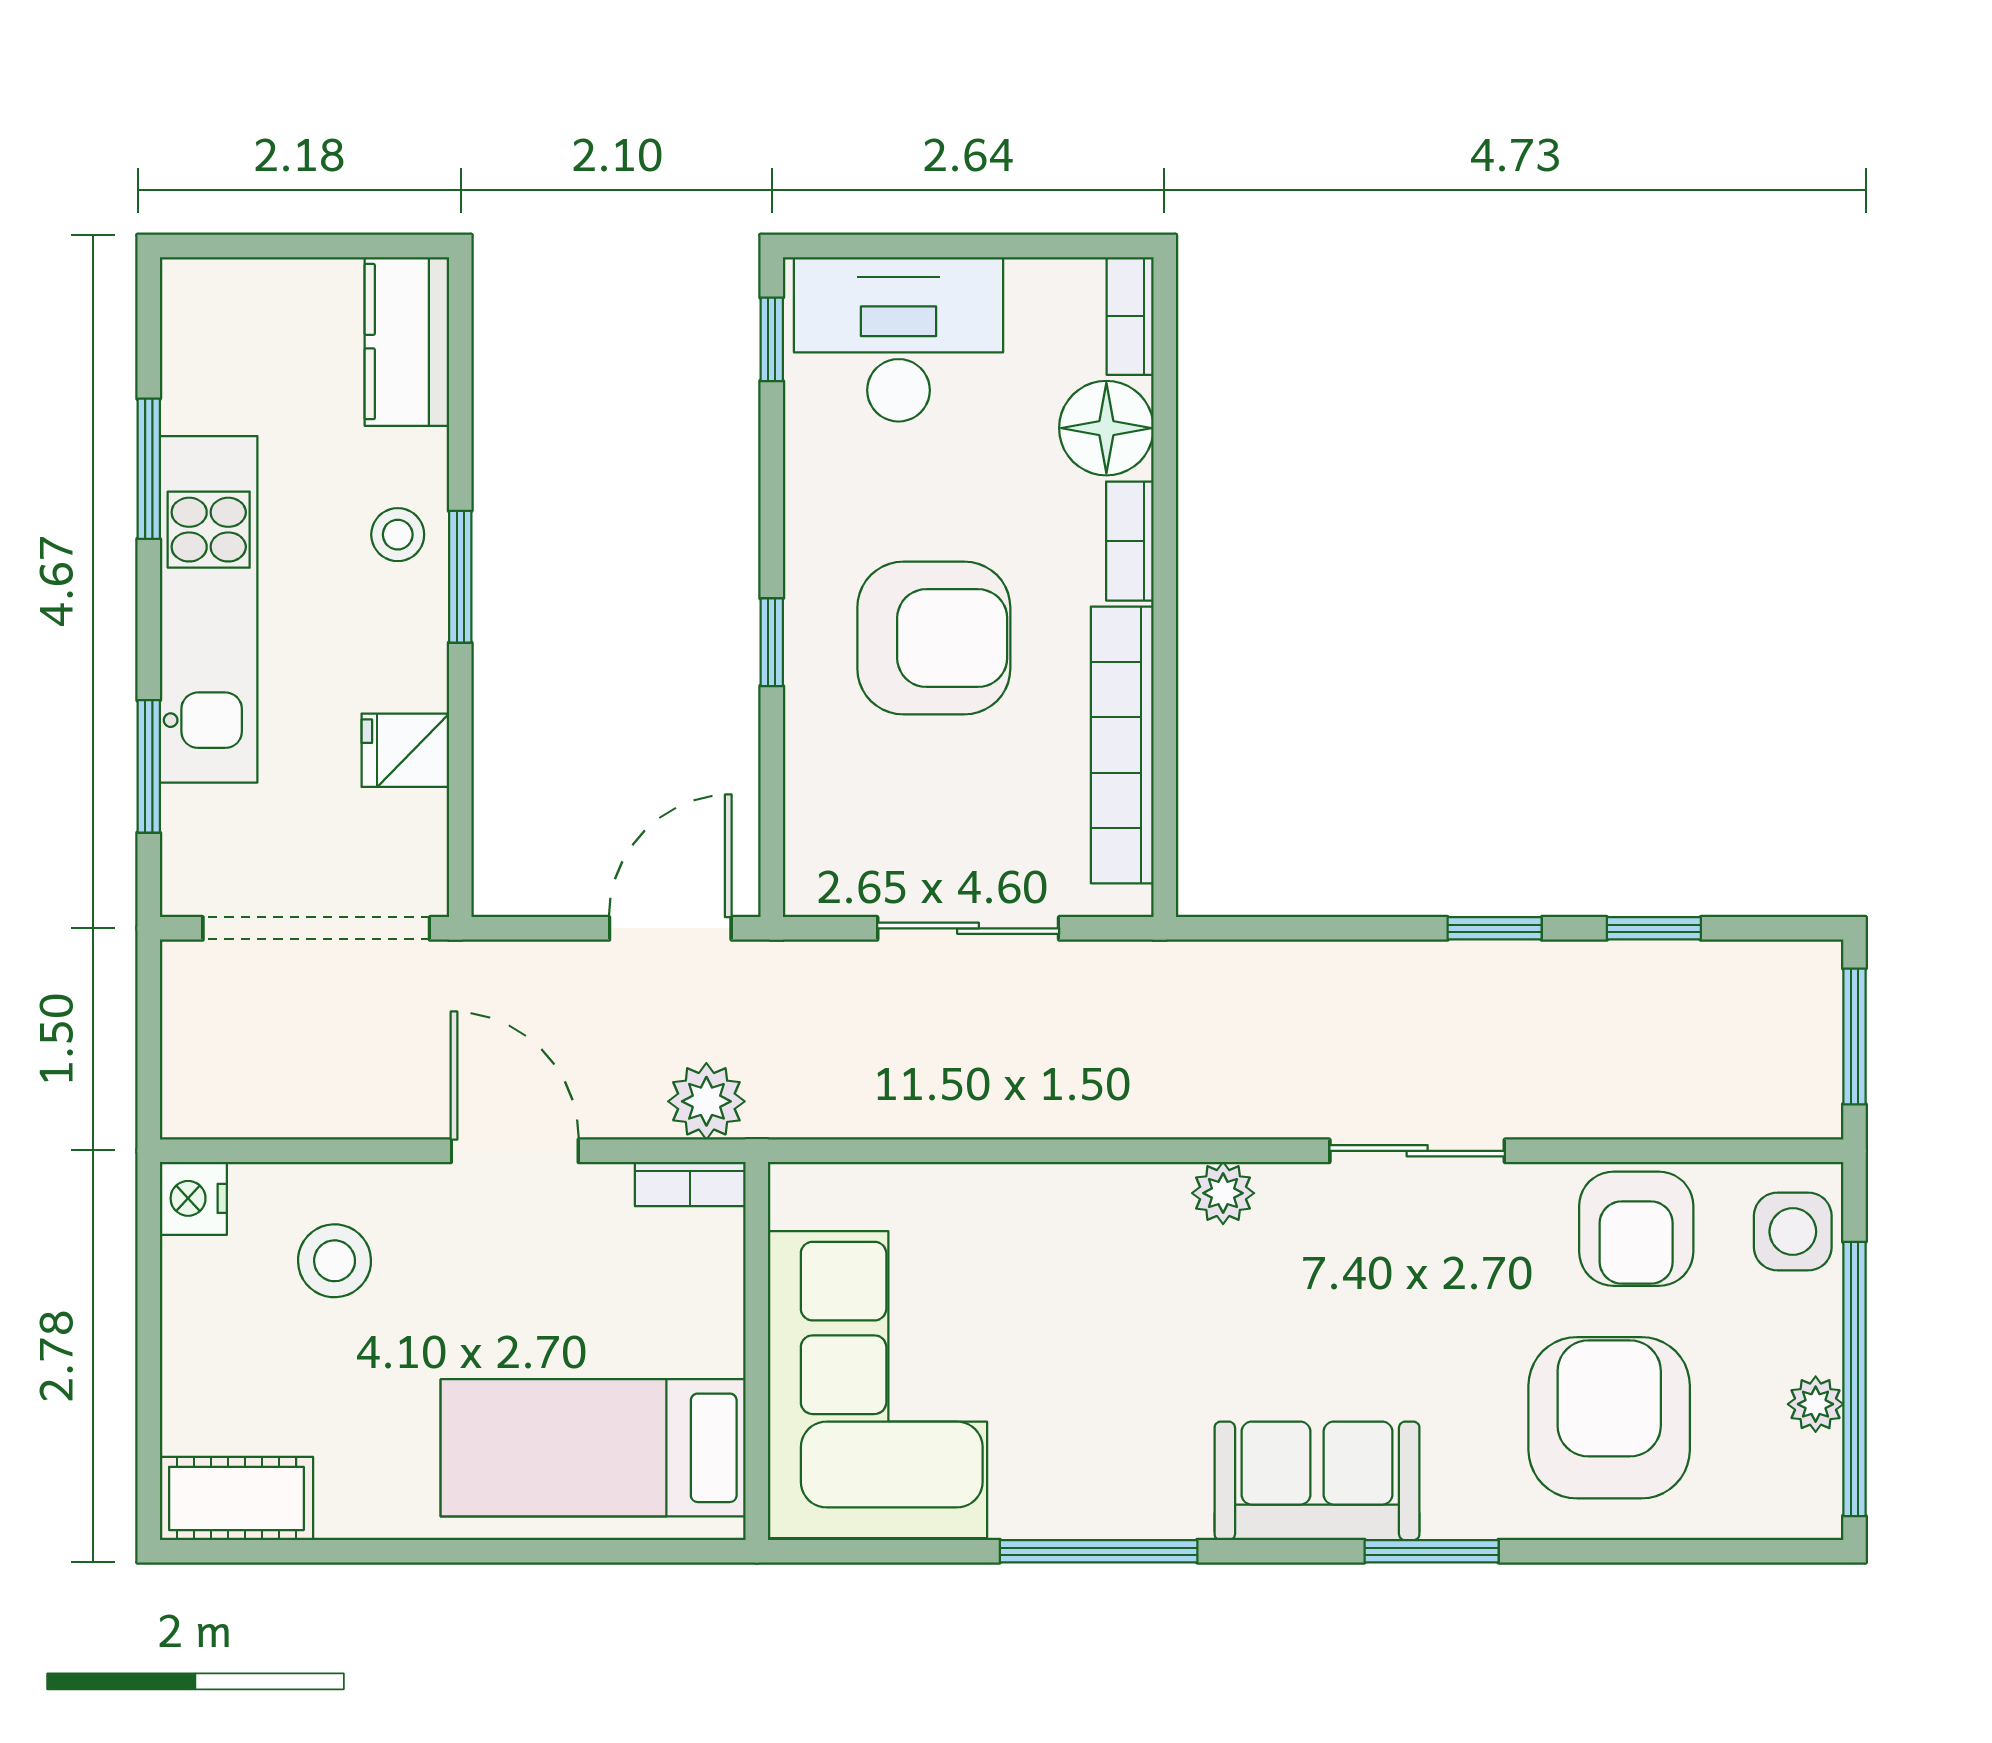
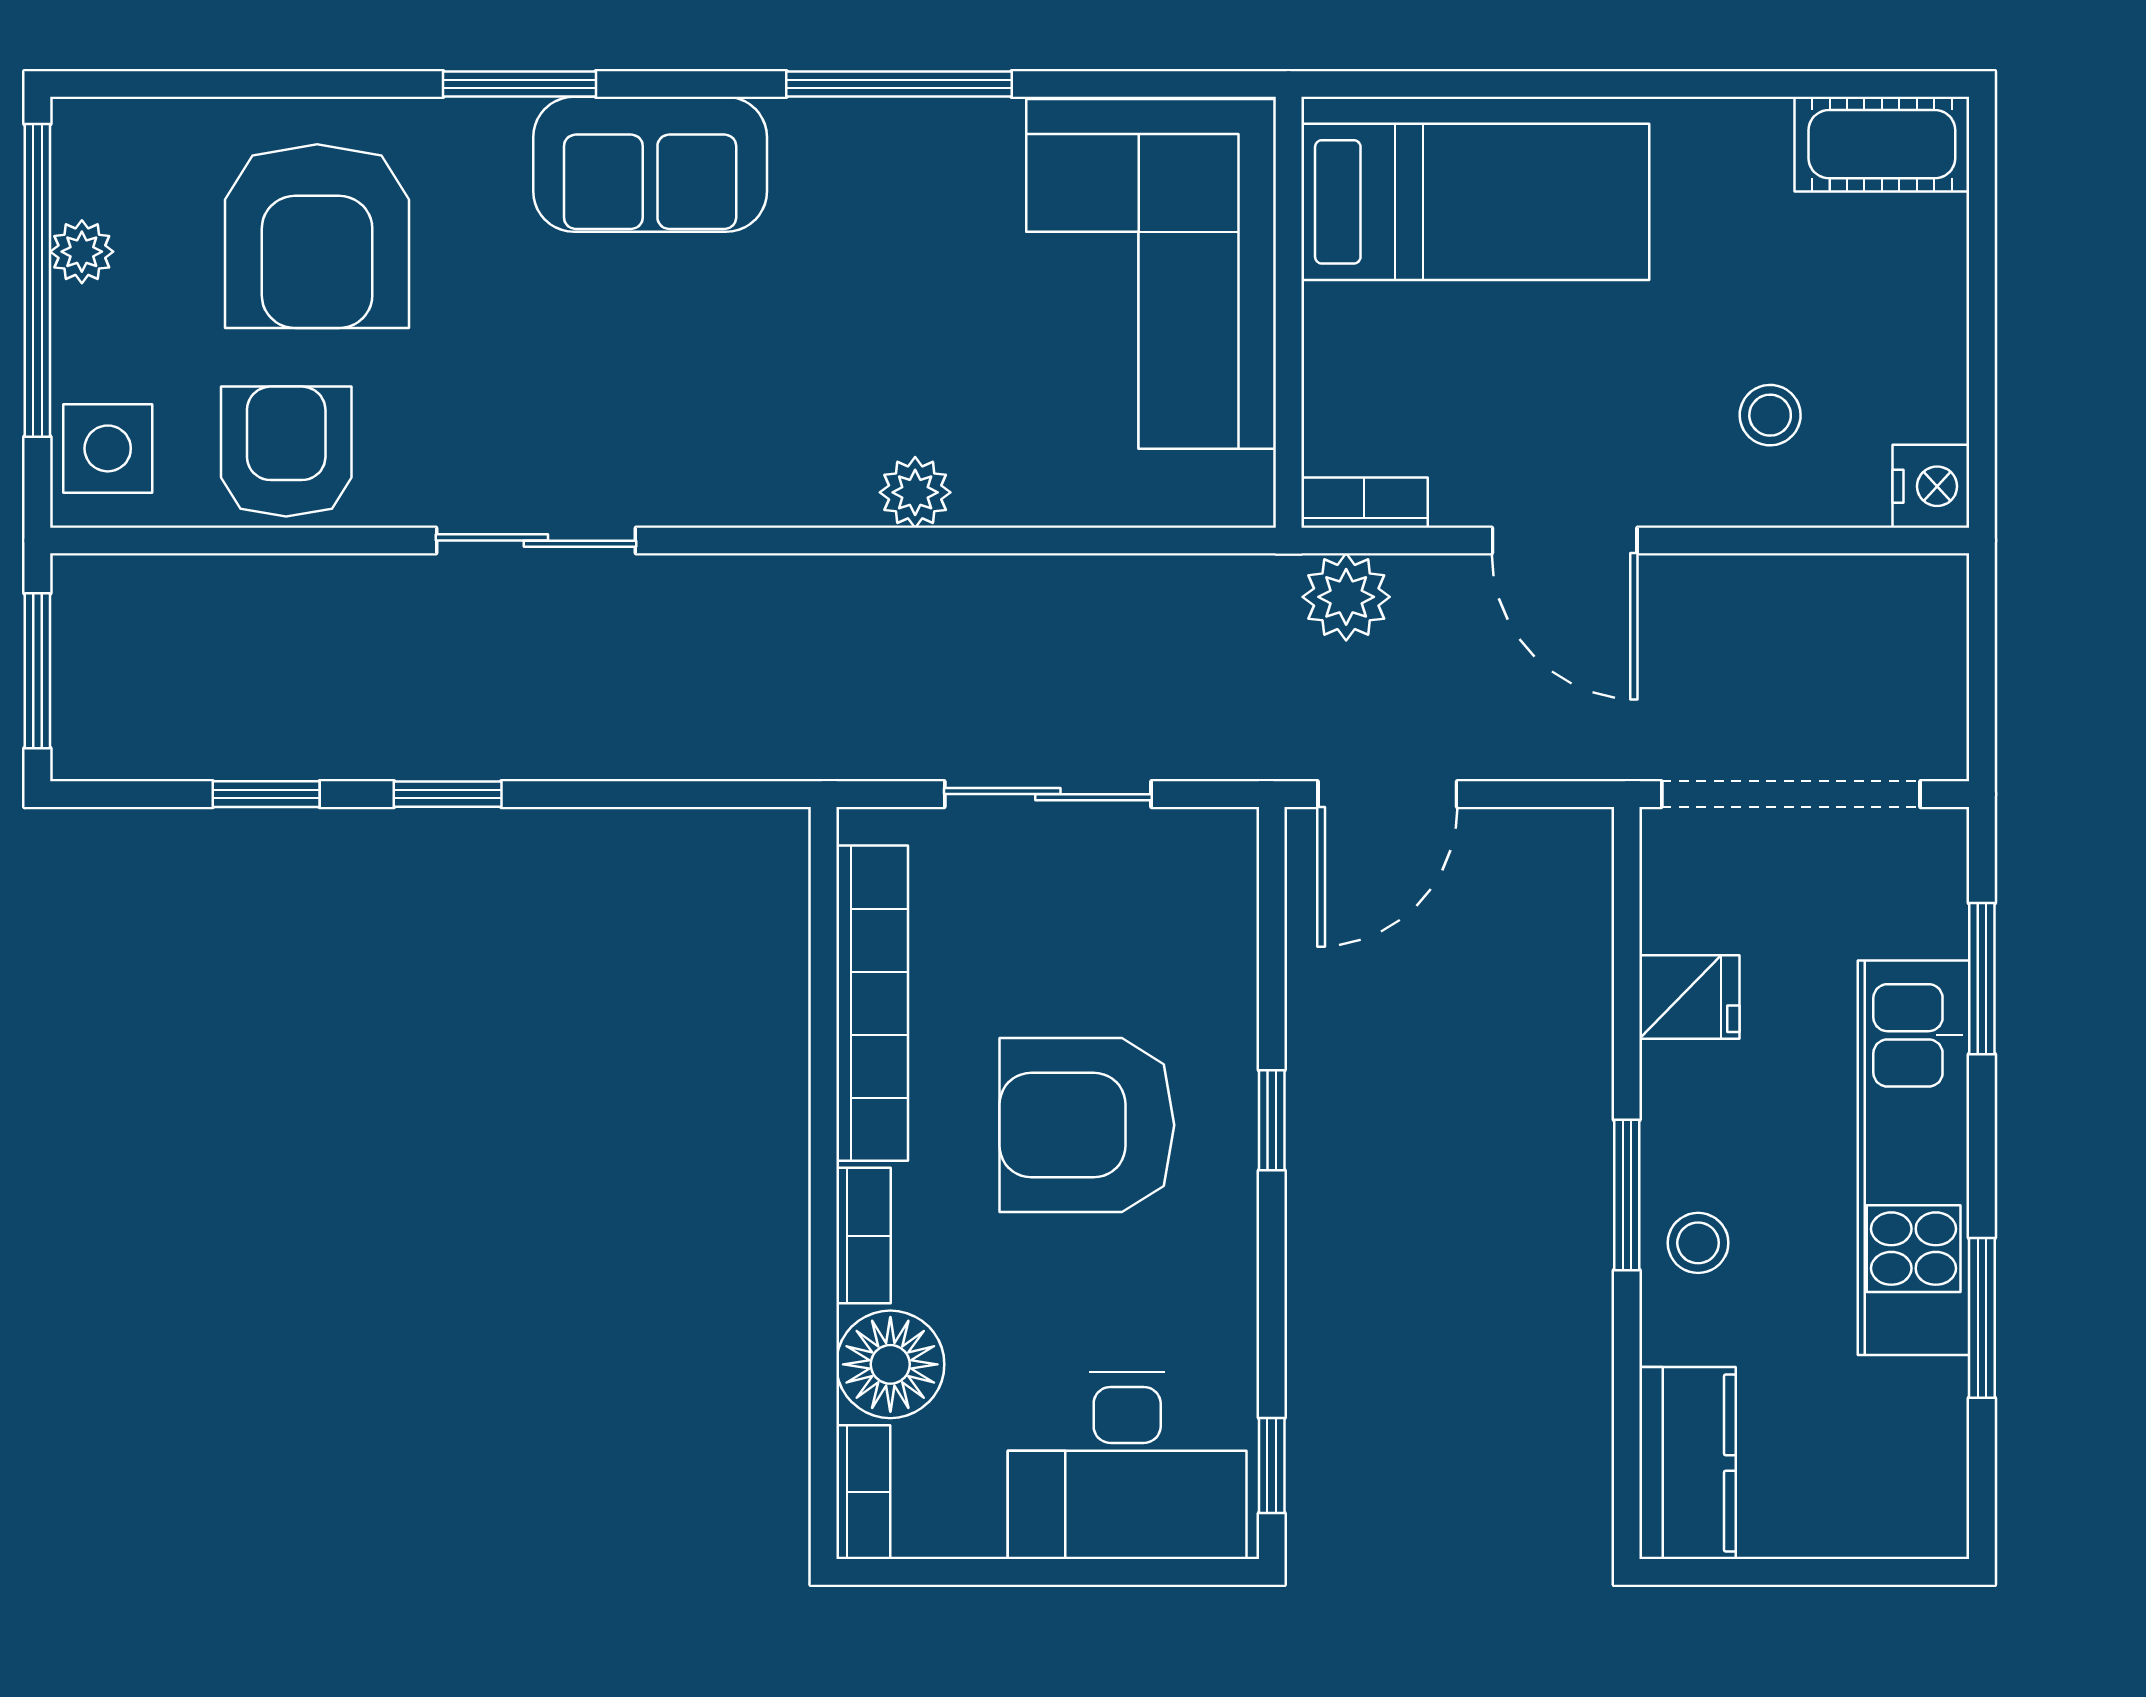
plant: (1223, 1193) -> (915, 492), moved
stool: (335, 1261) -> (1770, 415), width x0.73, depth x0.73

